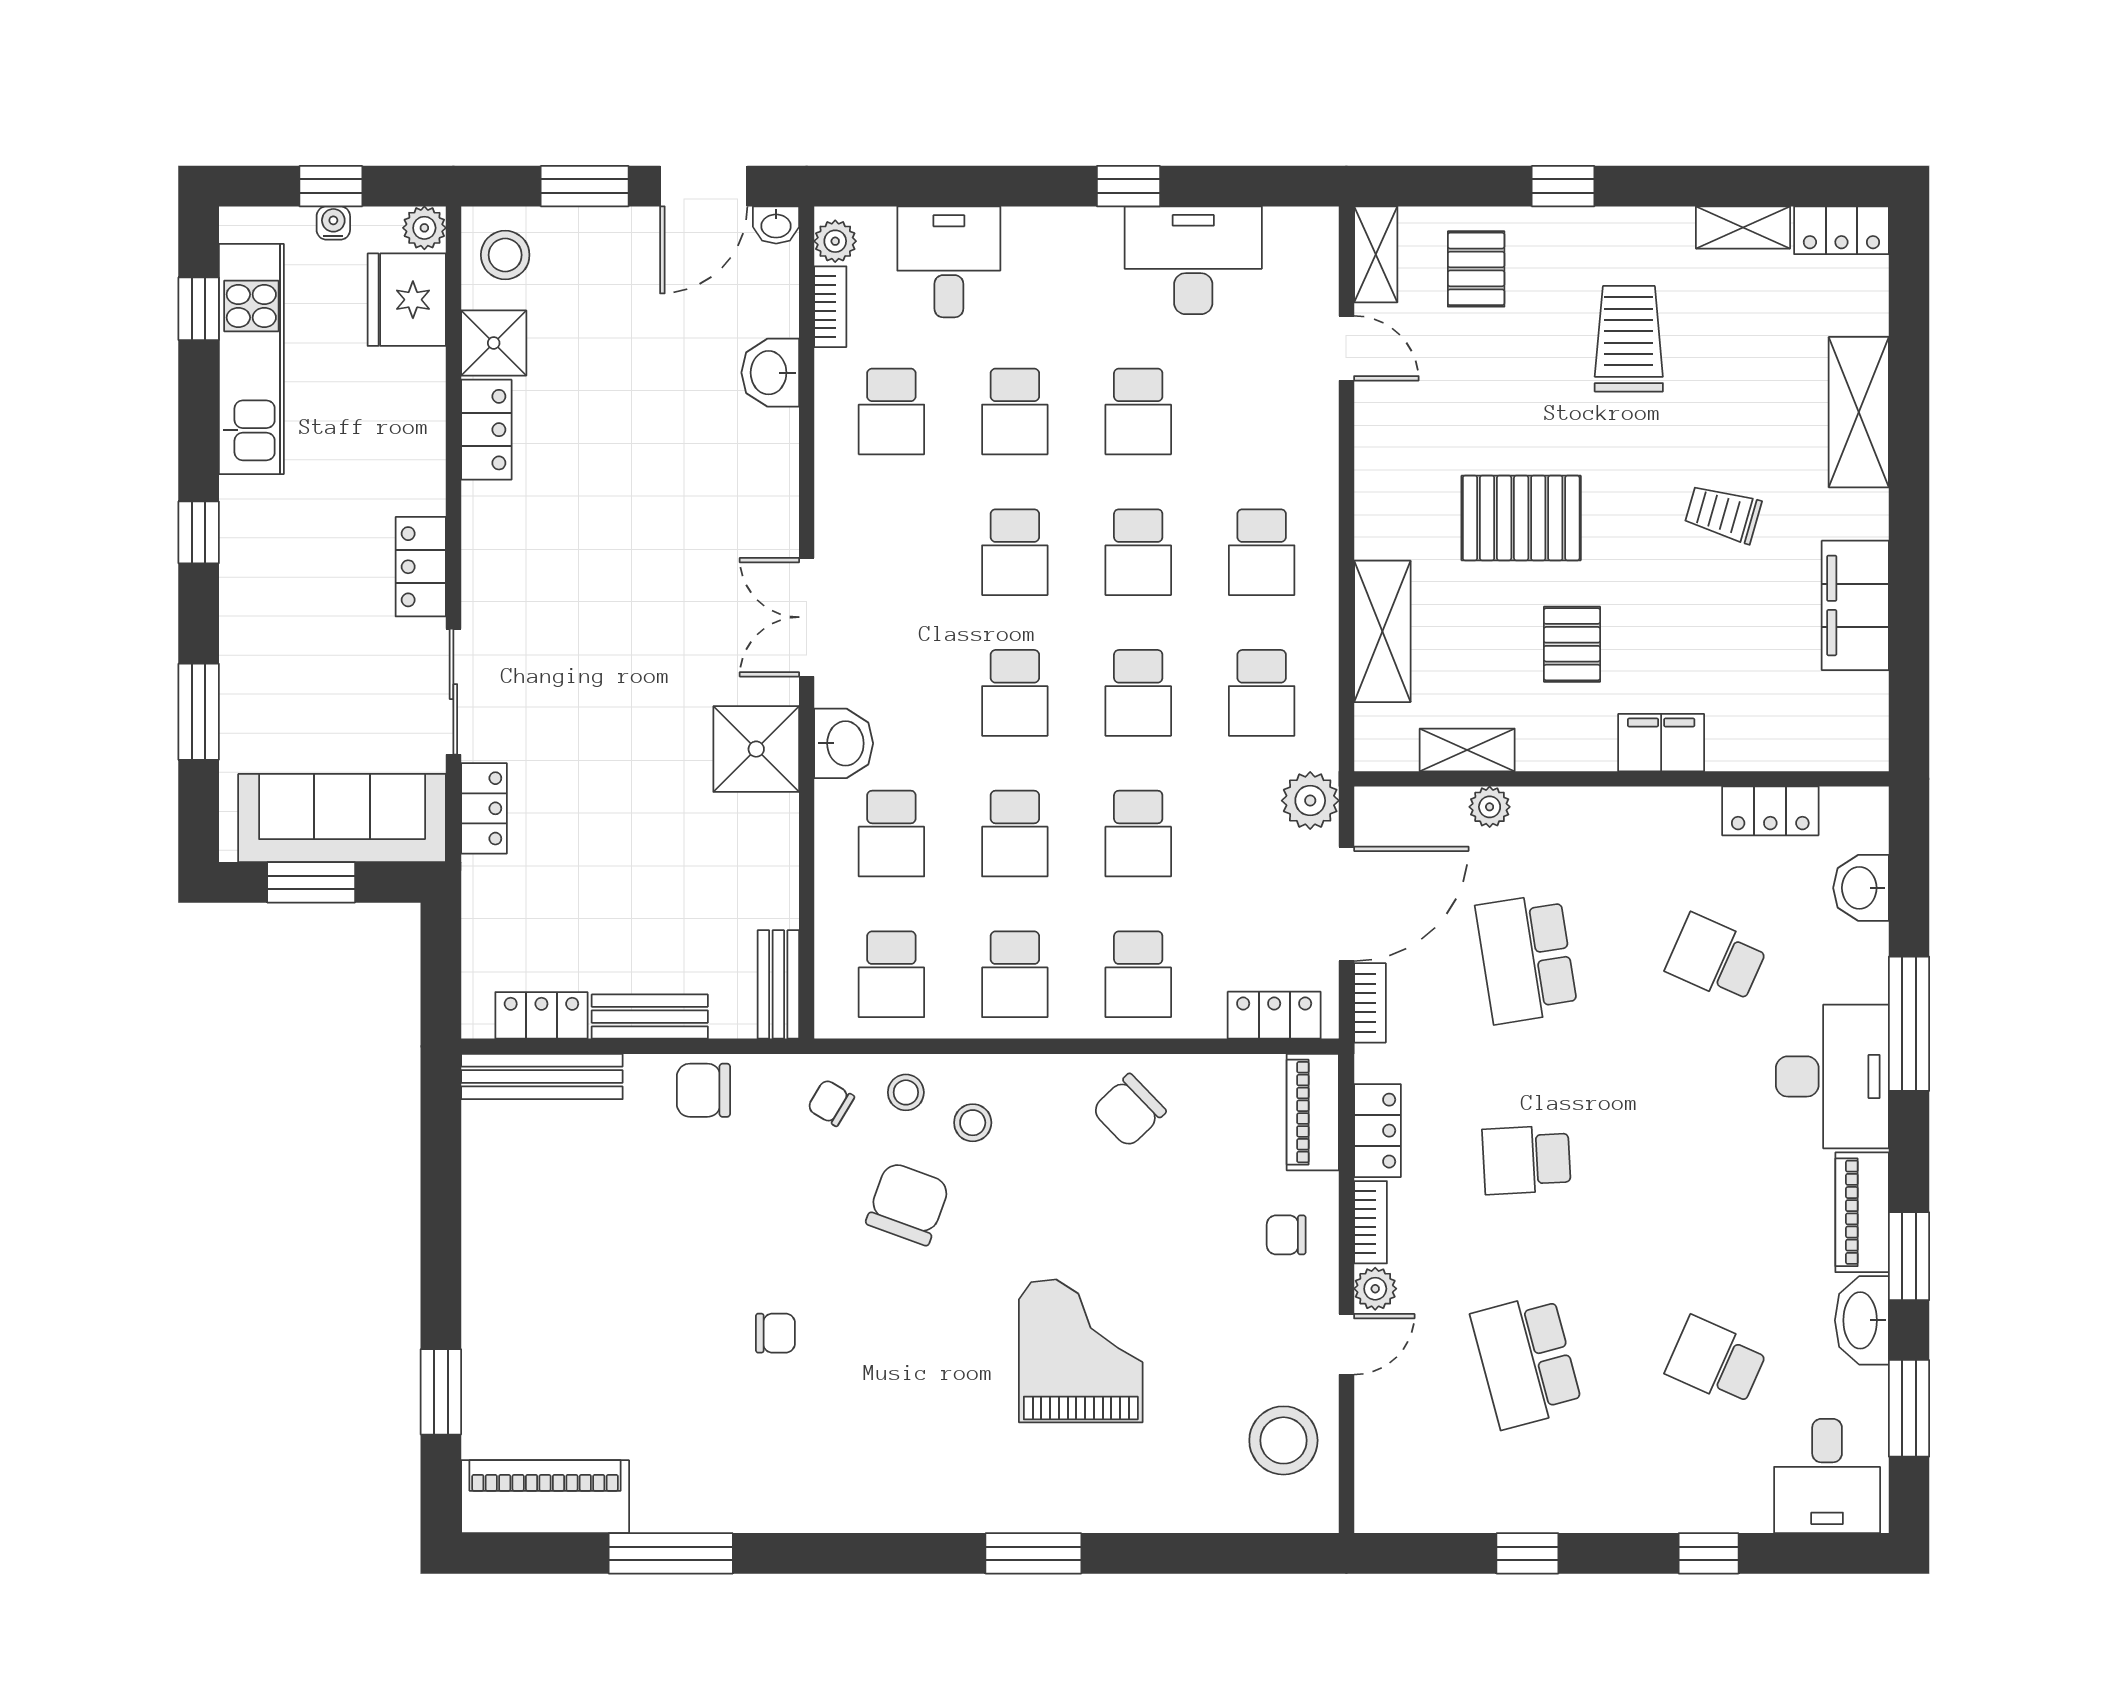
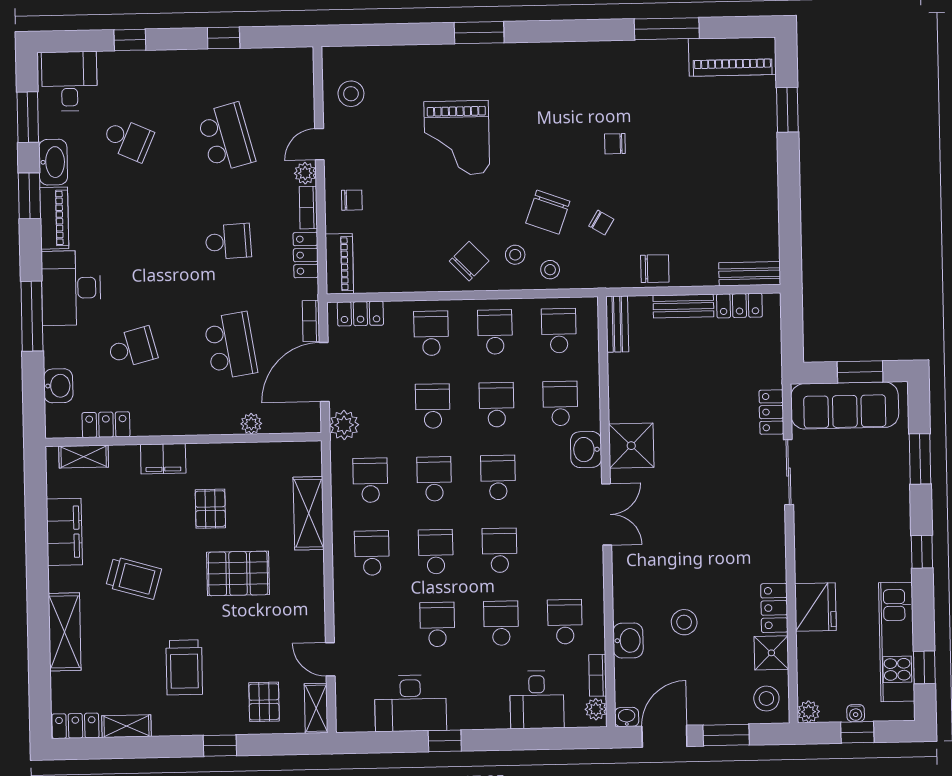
fridge: (407, 300) -> (815, 607), moved
stool: (661, 406) -> (684, 622), added
trolley: (1723, 514) -> (134, 578), width x1.36, depth x1.39
locker: (421, 567) -> (807, 536), removed
shelving: (1467, 750) -> (84, 457), moved
school desk: (1716, 959) -> (132, 348), turned -39
bench: (542, 1077) -> (750, 274), width x0.73
chair: (831, 1103) -> (601, 223), moved
chair: (1129, 1111) -> (469, 261), moved
stool: (1283, 1440) -> (351, 94), width x0.73, depth x0.73

